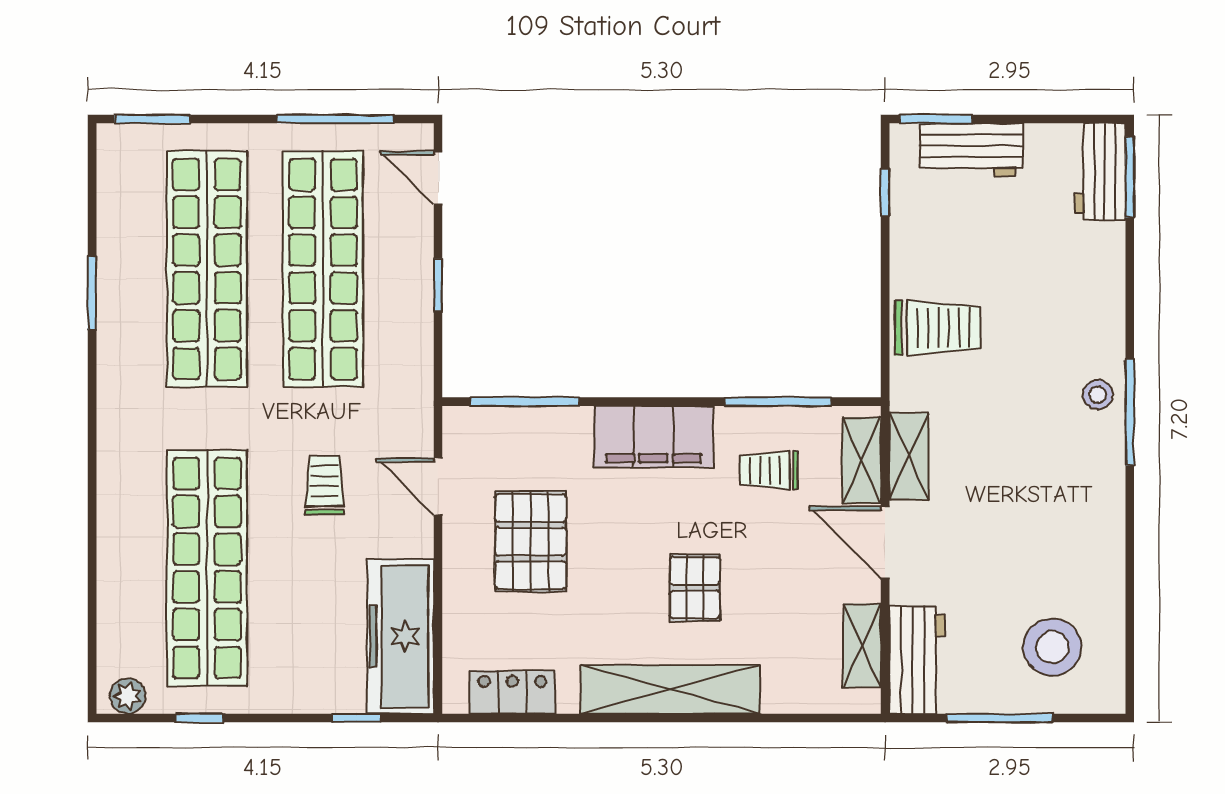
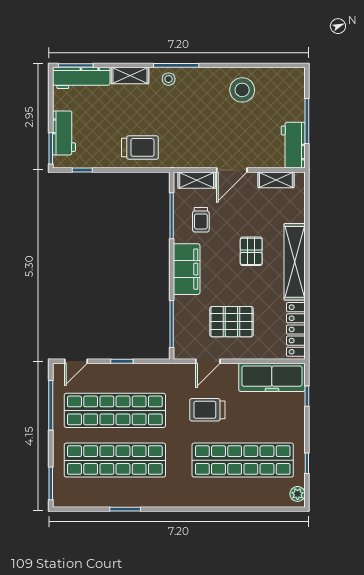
workbench: (1100, 172) -> (81, 78), width x1.37
trolley: (938, 328) -> (140, 147), turned 90
shelving: (909, 456) -> (130, 76), moved
trolley: (324, 485) -> (207, 410), width x1.36, depth x1.39
pallet: (695, 588) -> (251, 251), turned 90
stool: (1052, 647) -> (242, 90), moved
workbench: (917, 660) -> (293, 145), moved, turned -90
locker: (512, 692) -> (296, 329), width x1.53

